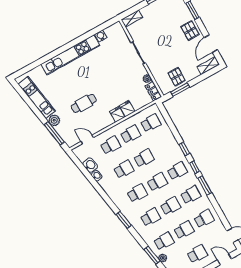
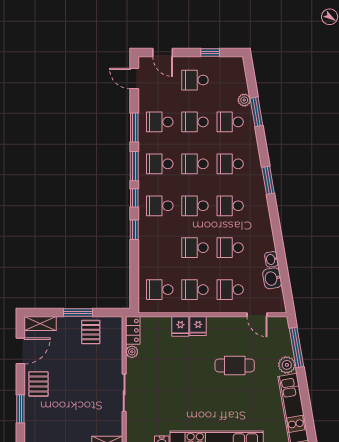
window: (180, 90) -> (78, 312), moved
window: (217, 207) -> (134, 128), added

